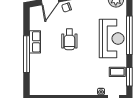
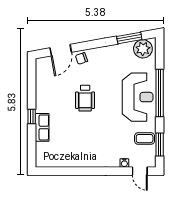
row of seats: (35, 42) -> (42, 127), moved
window: (27, 54) -> (32, 116), width x0.32

